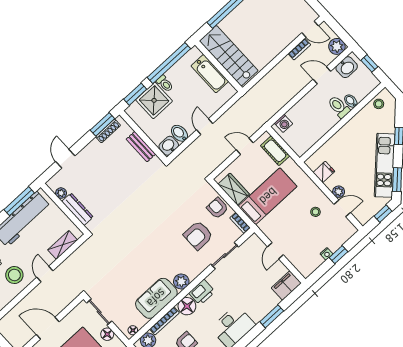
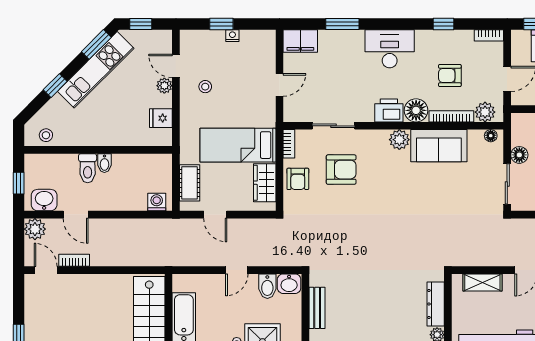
bidet: (351, 101) -> (104, 163), moved

